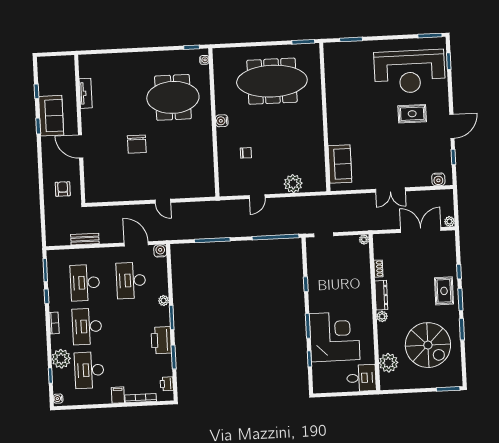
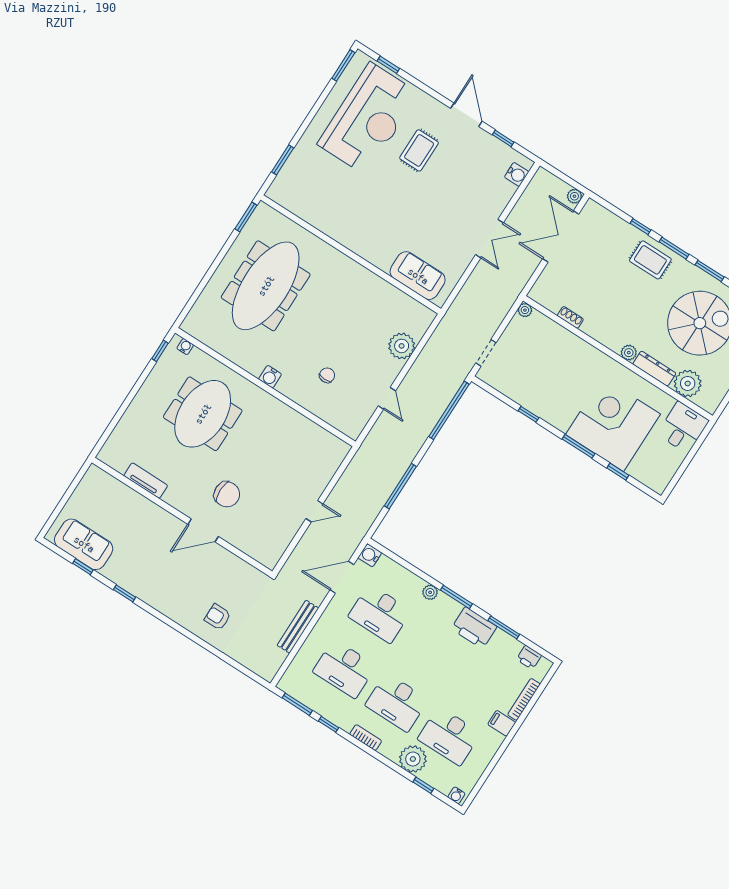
tv unit: (86, 93) -> (146, 481), moved
sofa: (51, 116) -> (84, 544), moved
wall: (80, 129) -> (182, 517), moved
door: (81, 147) -> (203, 530), moved
bench: (85, 239) -> (298, 627), width x1.36
dresser: (381, 295) -> (654, 369), moved

